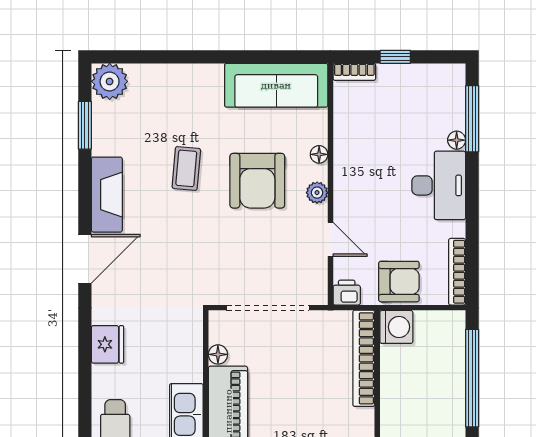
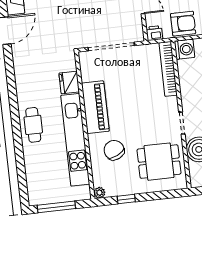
fridge: (108, 344) -> (69, 82), moved, turned 180
floor lamp: (218, 354) -> (86, 76), removed

